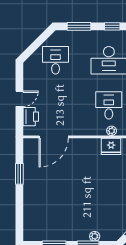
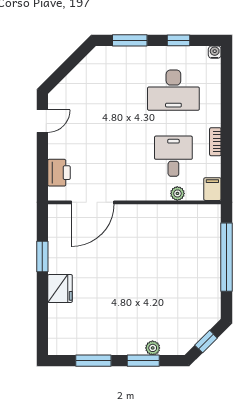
desk: (56, 60) -> (95, 90), removed
door: (19, 99) -> (42, 121), moved
fridge: (111, 146) -> (60, 288), moved, turned -90

